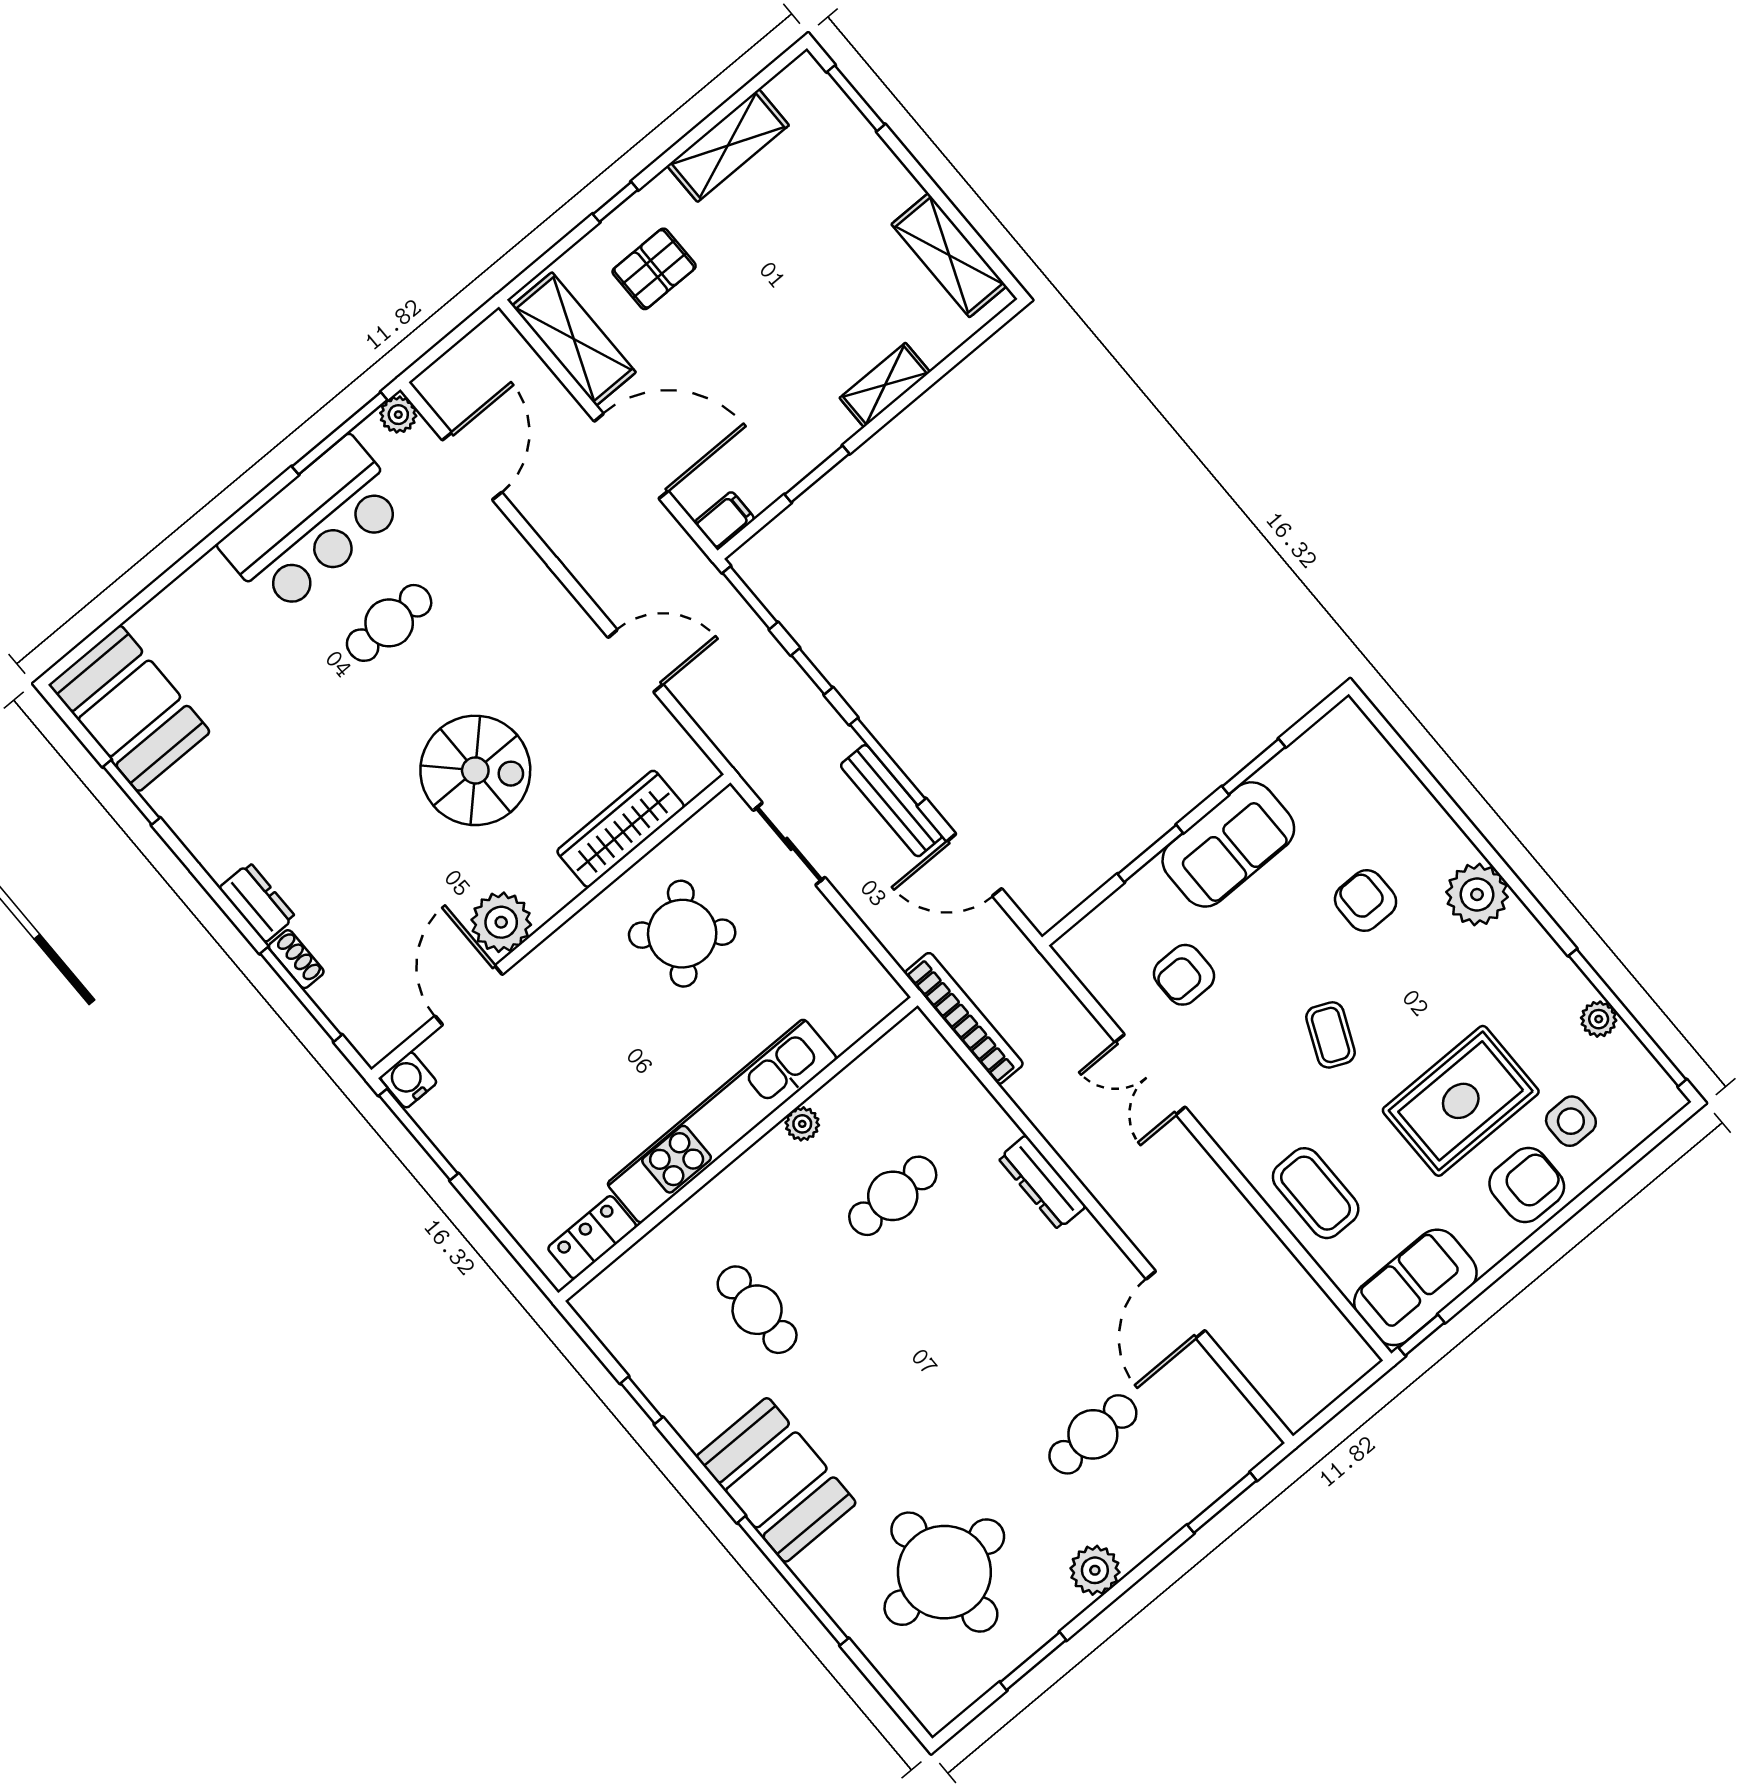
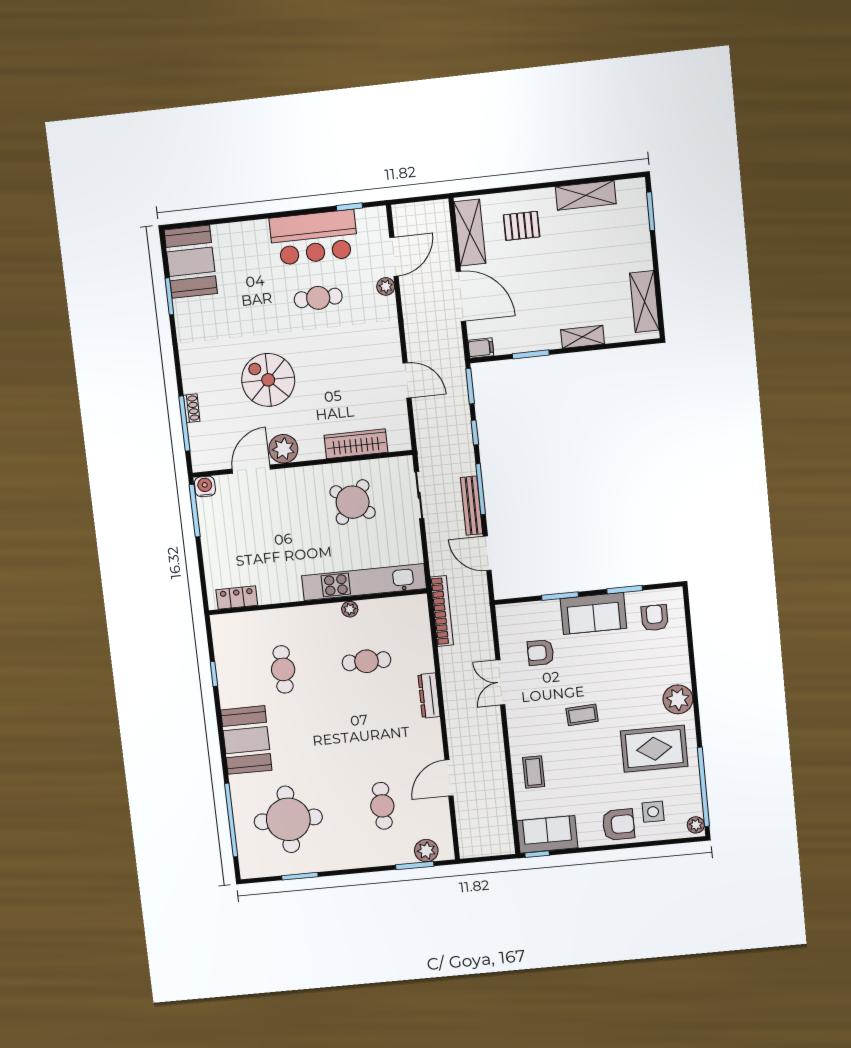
window: (615, 202) -> (524, 188), removed
plant: (398, 415) -> (386, 286), moved
window: (340, 433) -> (349, 207), width x0.46
spiral stairs: (475, 770) -> (268, 380), moved, turned 180
armchair: (1366, 900) -> (655, 618), moved
dresser: (257, 903) -> (191, 375), removed
plant: (1599, 1019) -> (696, 825), moved
coffee table: (1331, 1035) -> (582, 715), turned 63
rug: (1461, 1101) -> (654, 749), moved
kitchen unit: (722, 1121) -> (364, 582), moved
coffee table: (1316, 1193) -> (534, 772), width x0.73, depth x0.77
cafe table: (1093, 1434) -> (382, 806), turned 90
plant: (1095, 1570) -> (426, 851), moved
window: (793, 1581) -> (231, 820), moved

